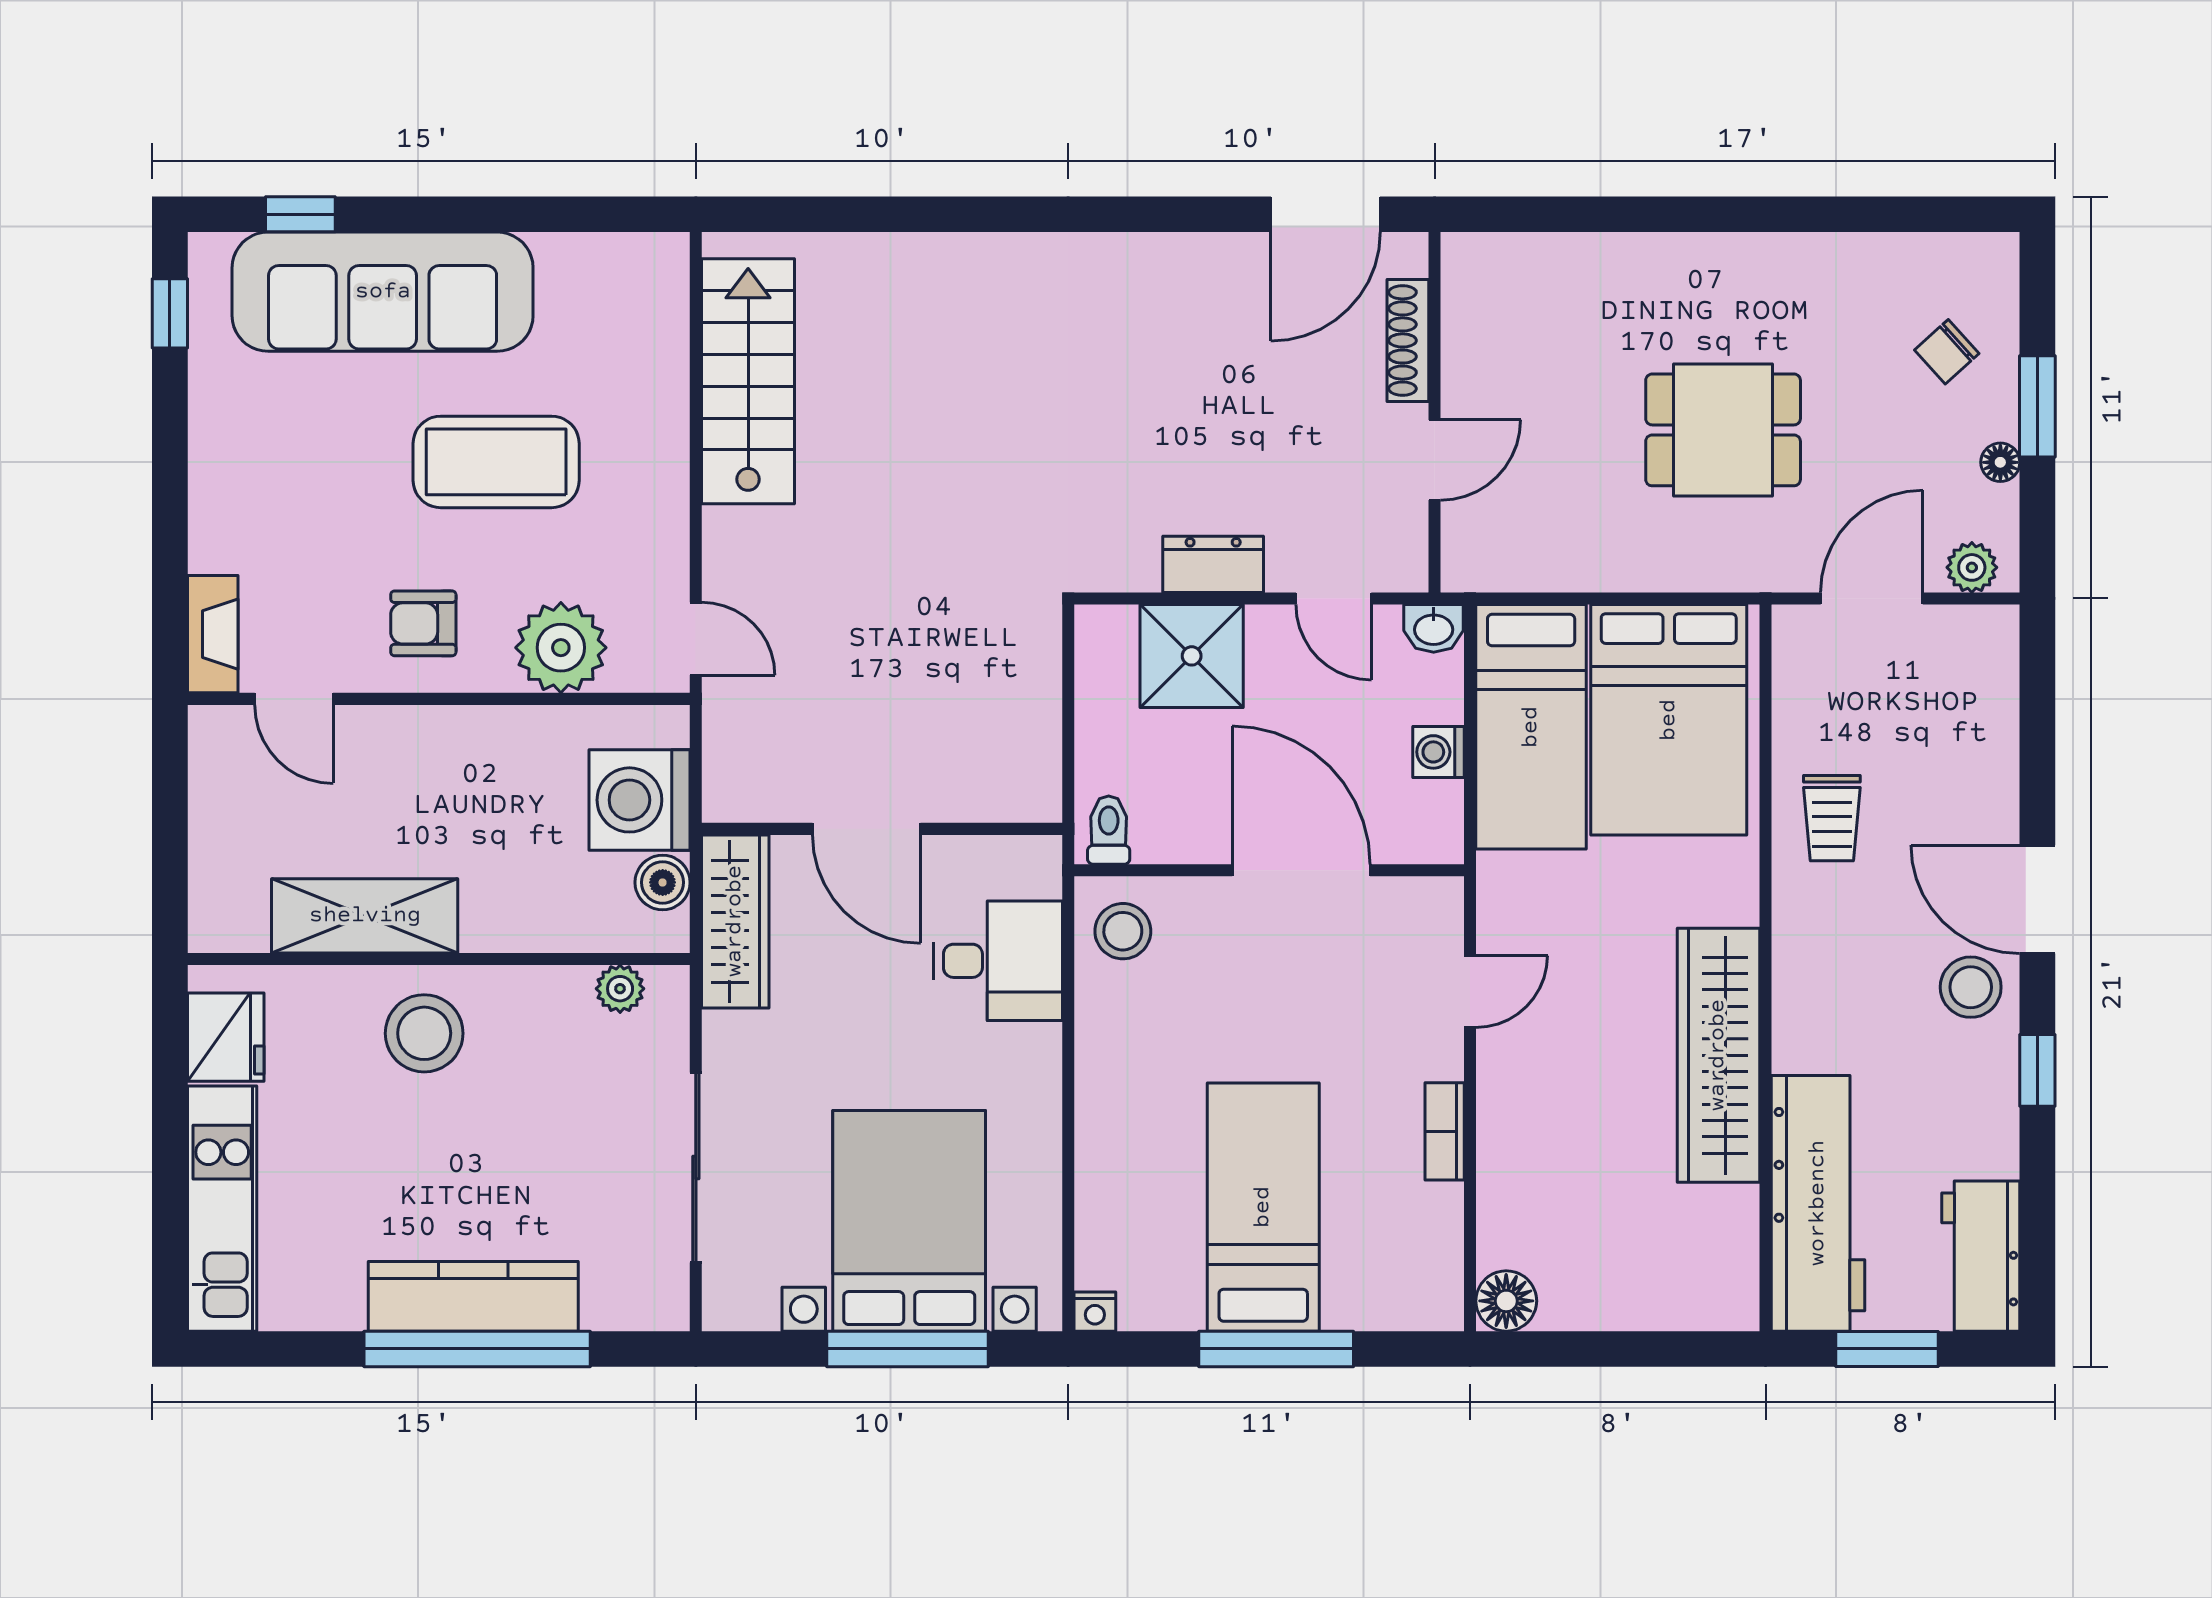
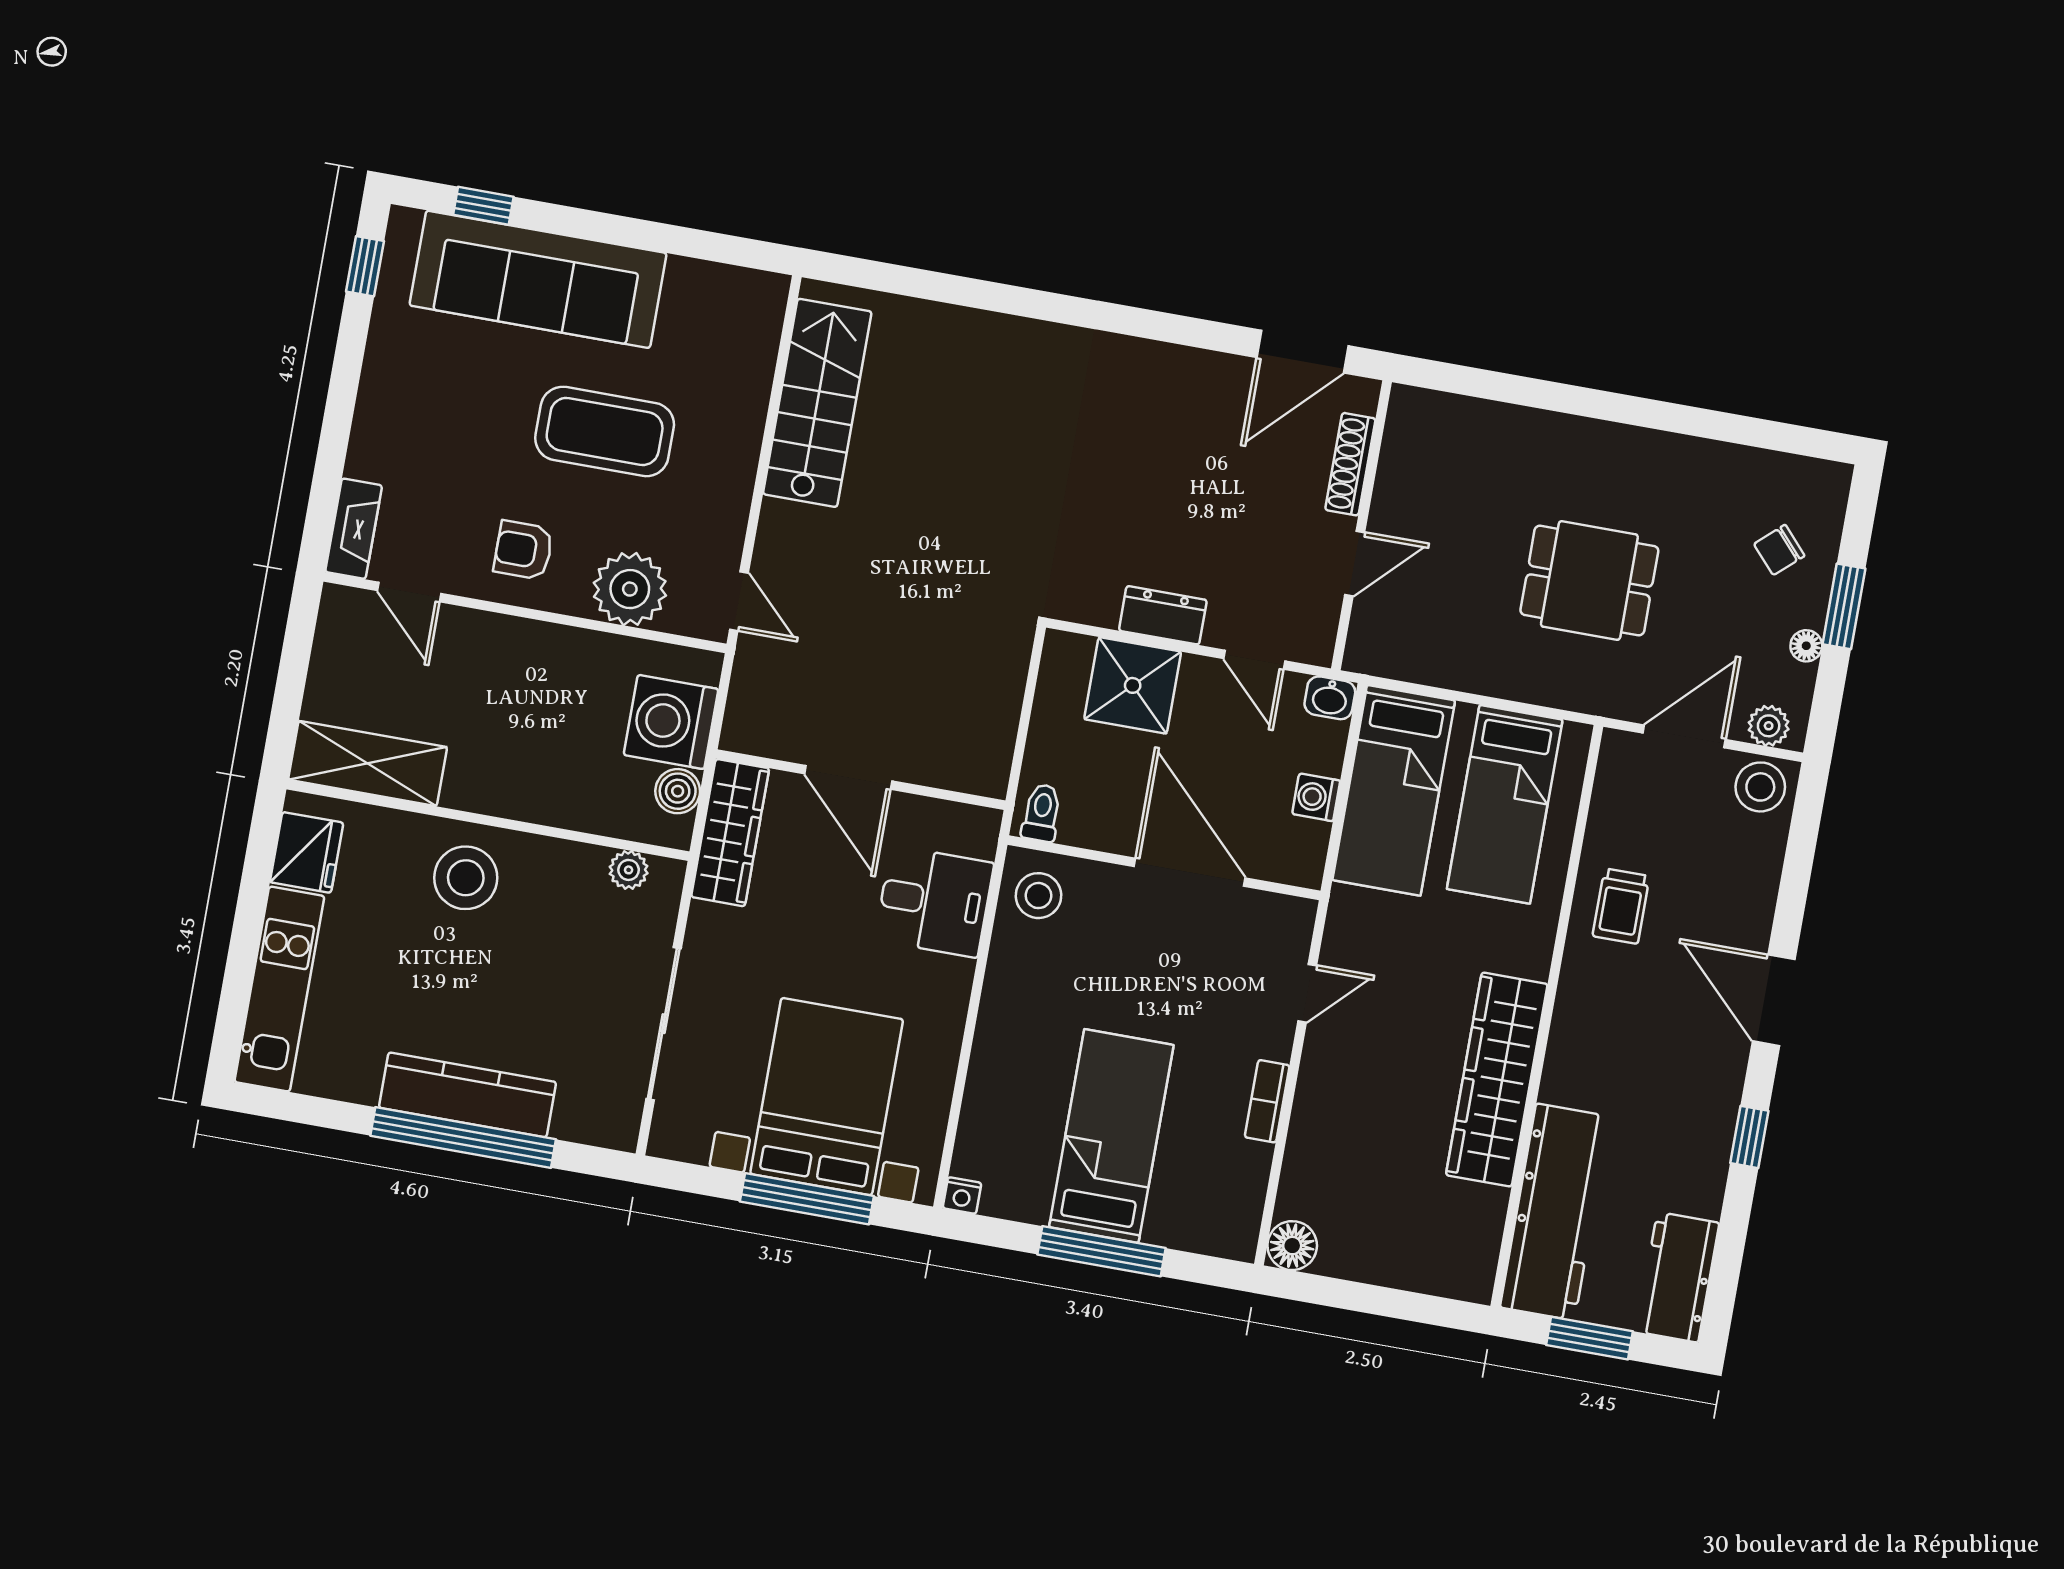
bed: (1669, 720) -> (1505, 804), width x0.67
shelving: (365, 916) -> (368, 763), moved
stool: (1971, 987) -> (1760, 787), moved

